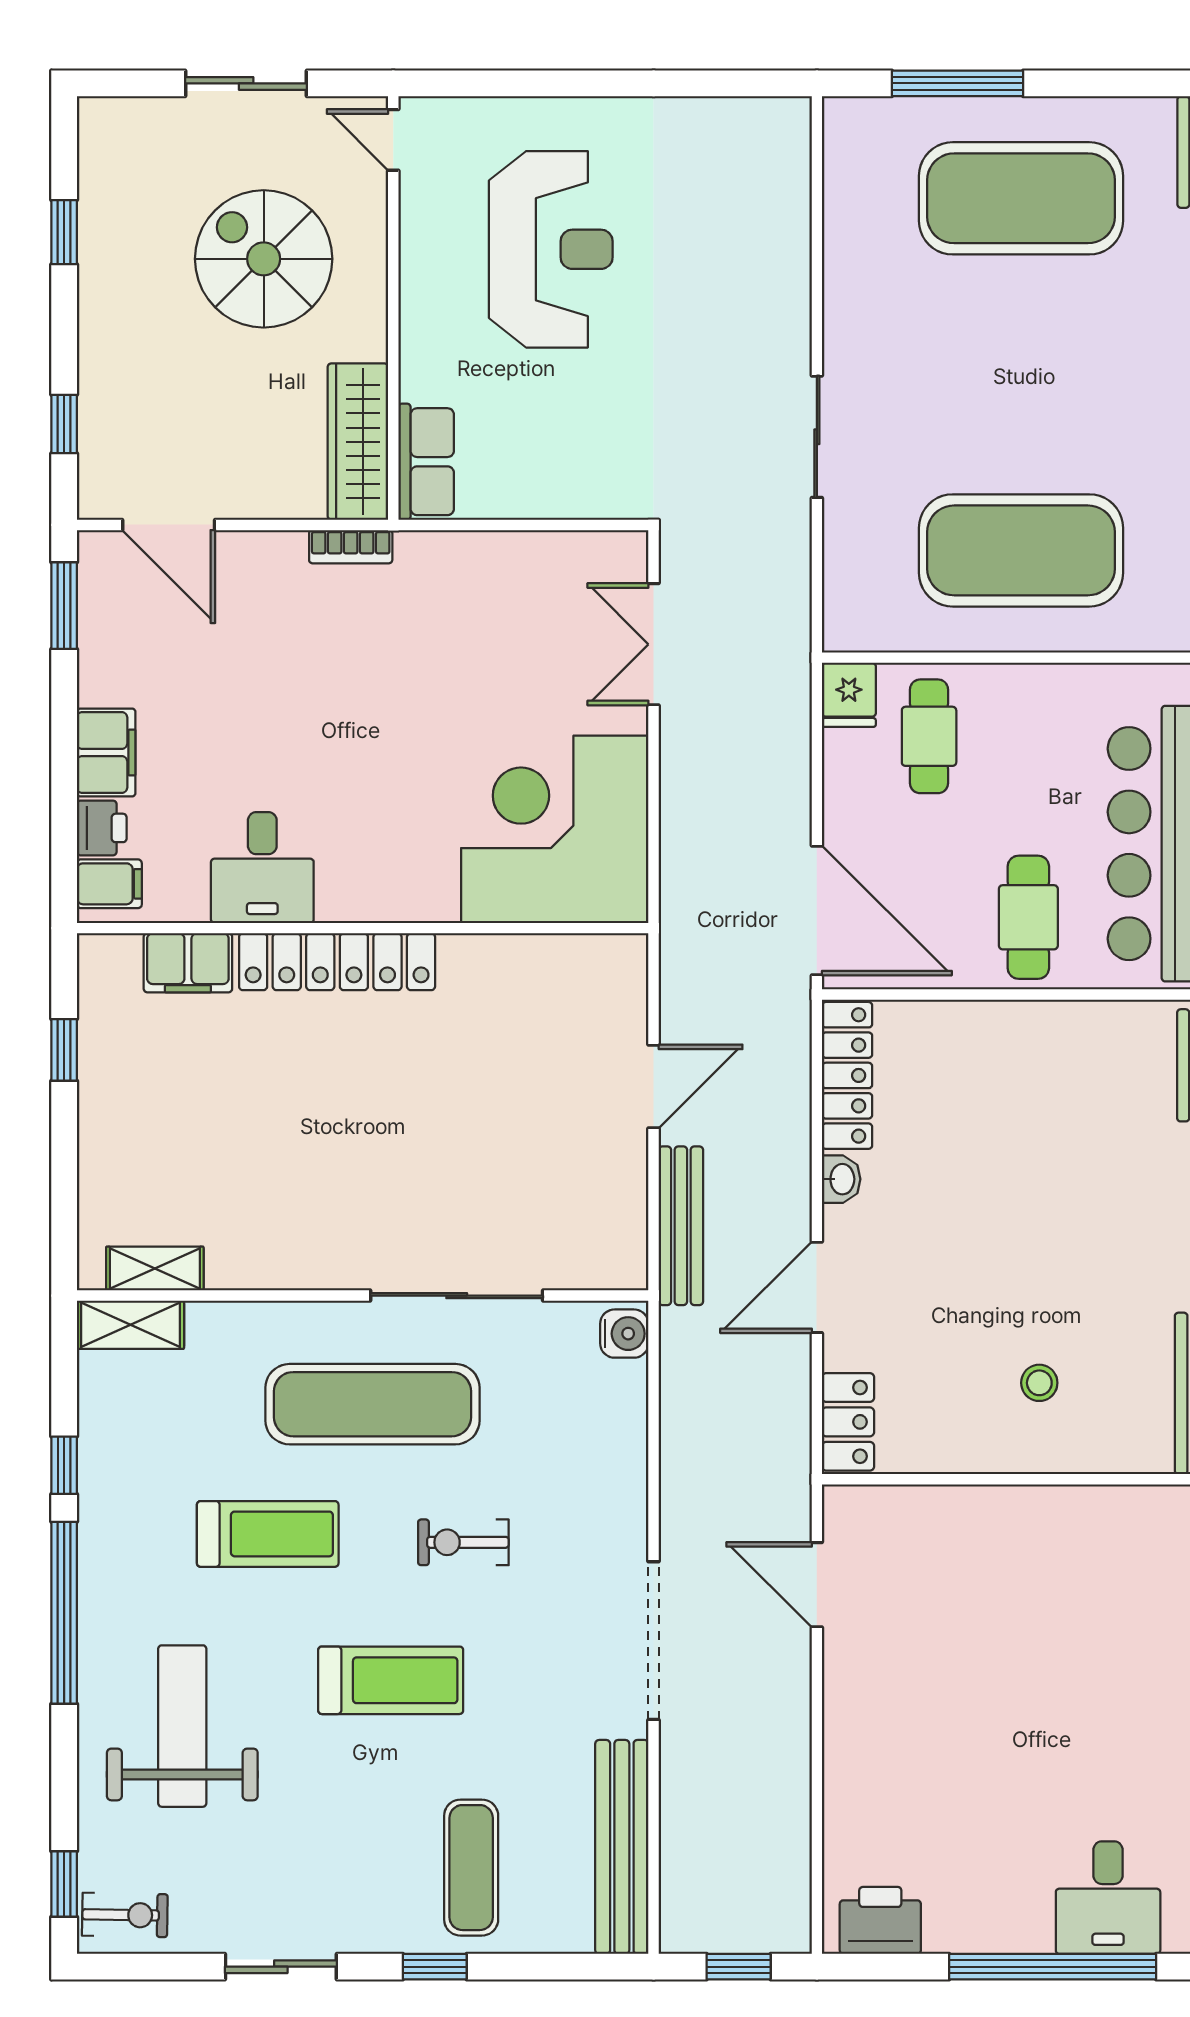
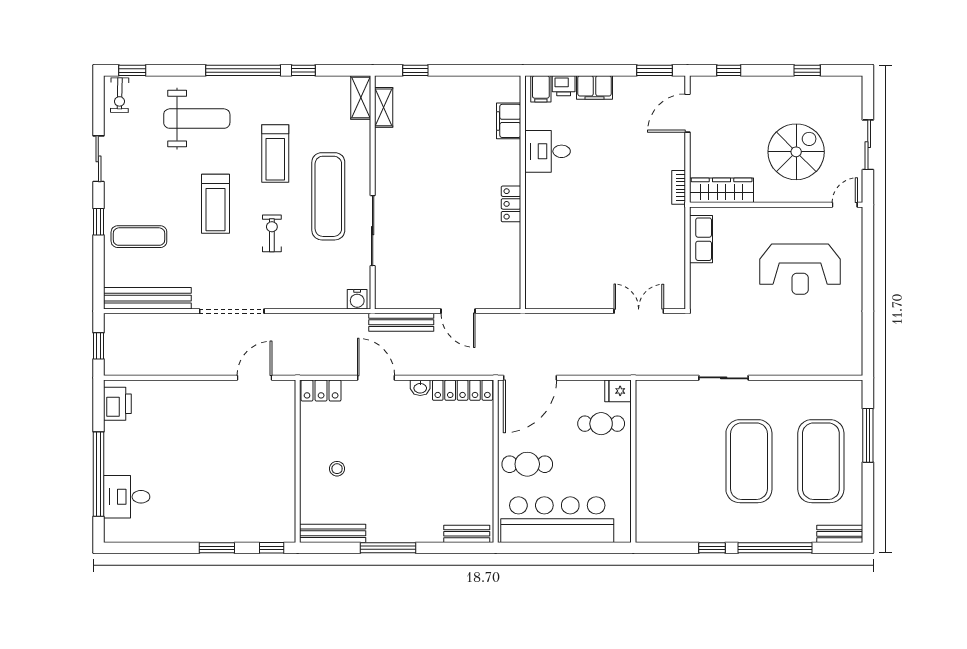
row of seats: (426, 462) -> (701, 239), moved, turned -90
exercise mat: (1021, 550) -> (749, 461), moved
corner desk: (555, 829) -> (563, 271), removed
locker: (337, 962) -> (511, 204), width x0.46, depth x0.83
window: (64, 1050) -> (415, 70), moved

